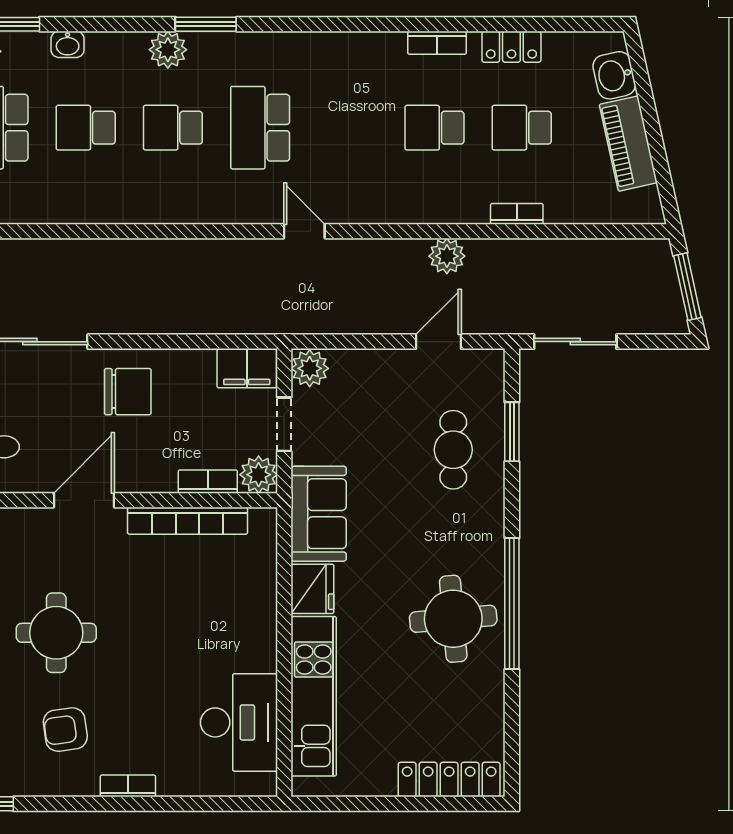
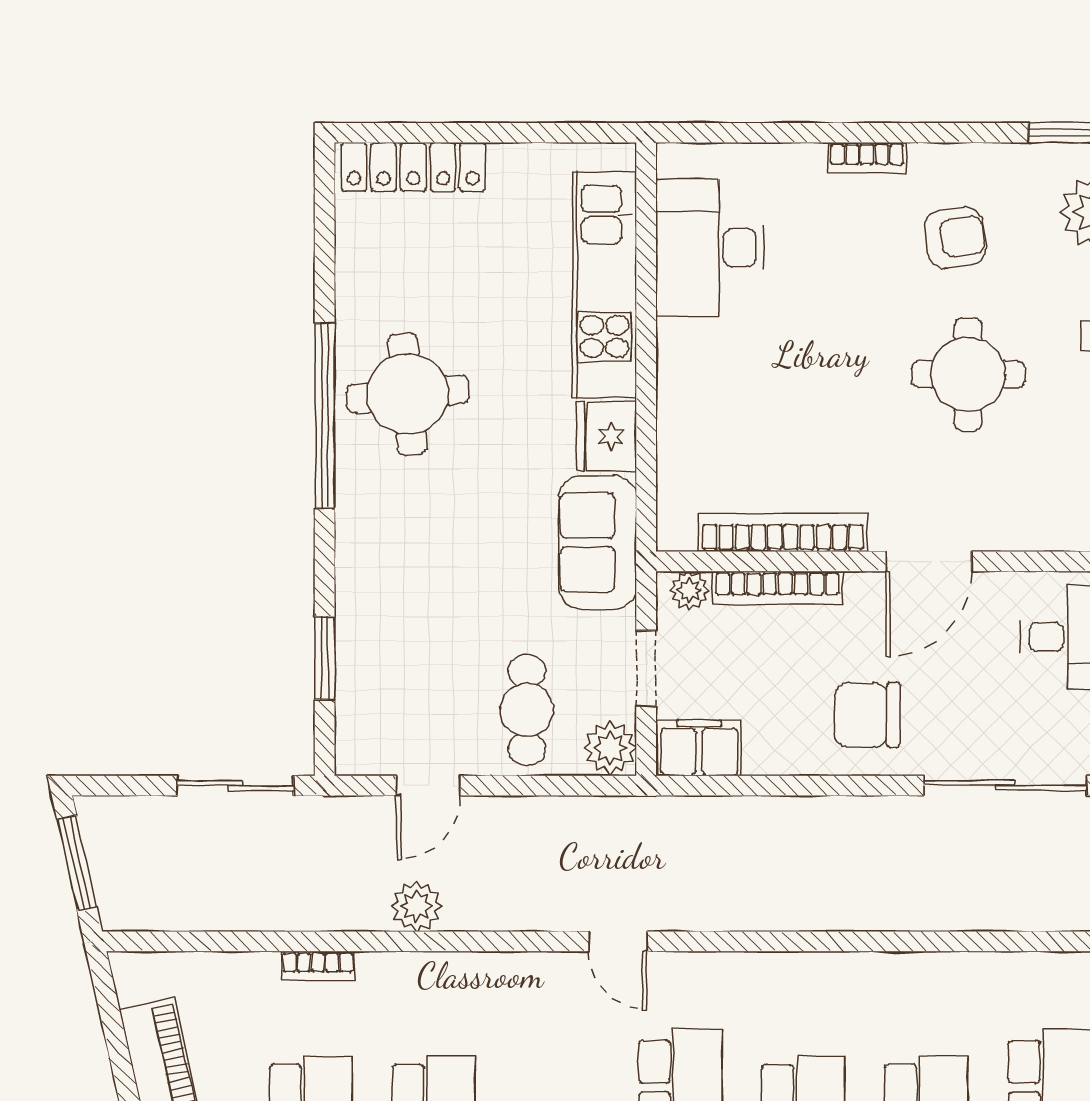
cafe table: (453, 450) -> (527, 710), moved
plant: (259, 475) -> (690, 590), width x0.73, depth x0.73
bookcase: (208, 482) -> (777, 588), width x1.56

